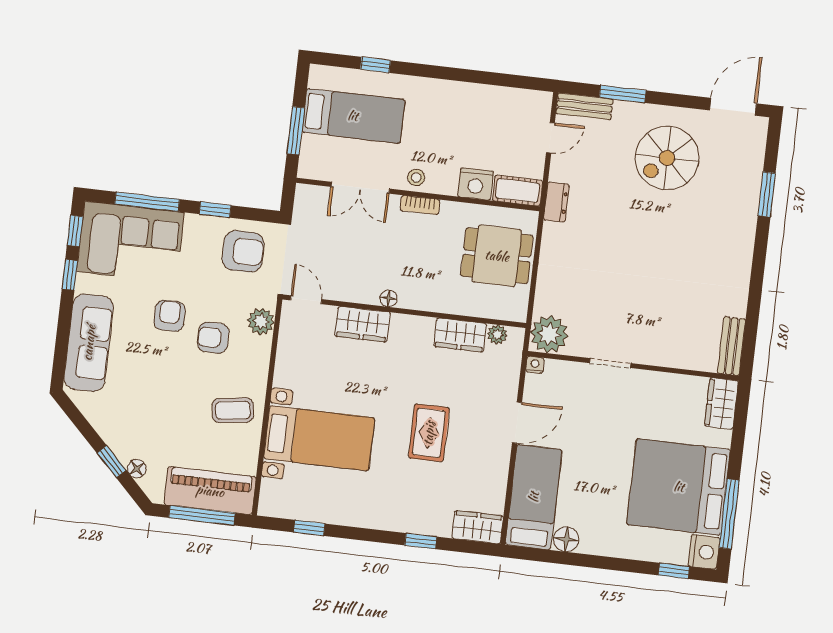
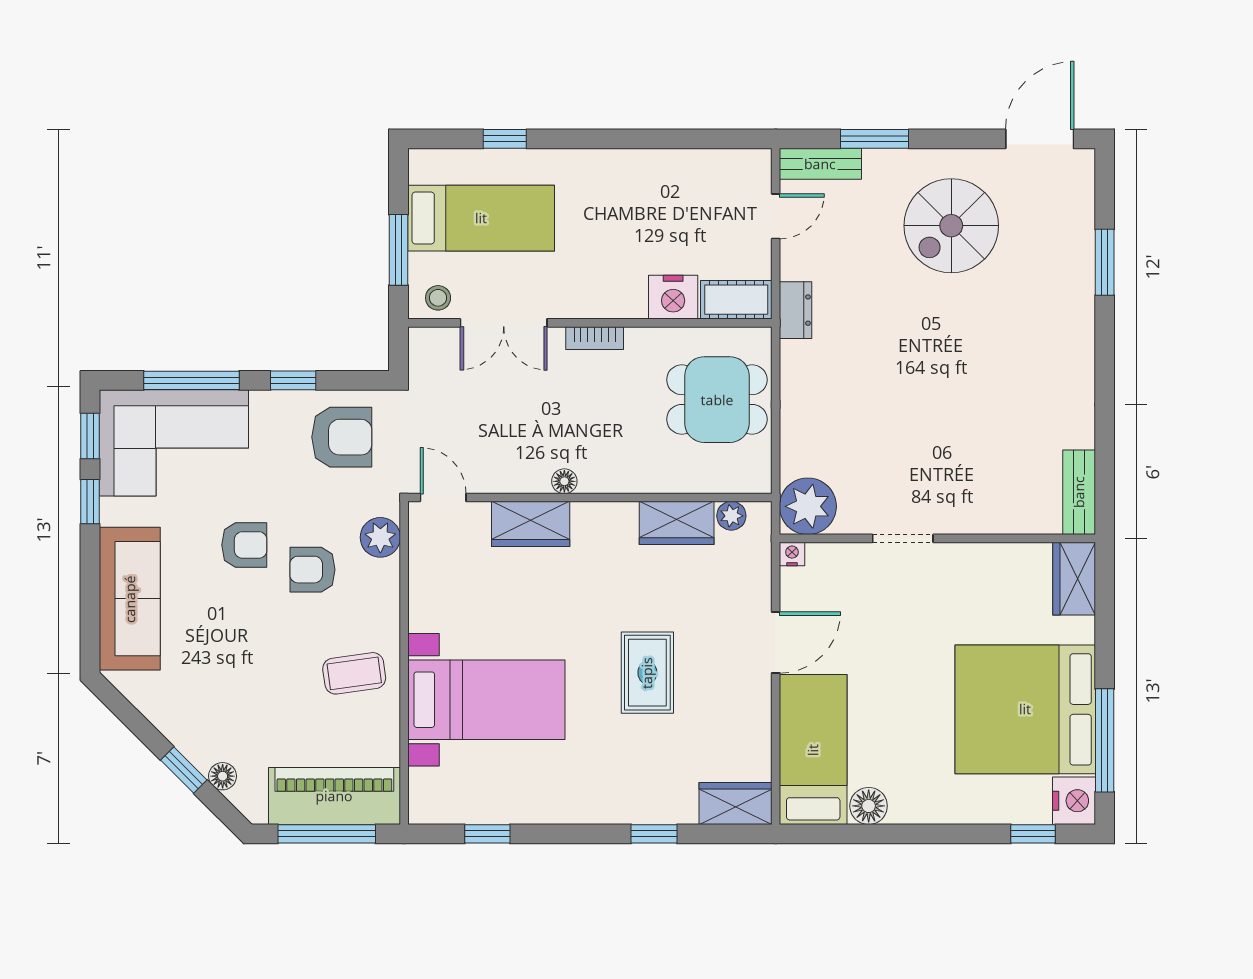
stool: (416, 177) -> (438, 298), moved
armchair: (170, 316) -> (244, 545), turned 90

